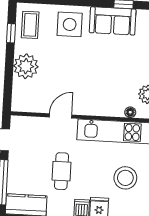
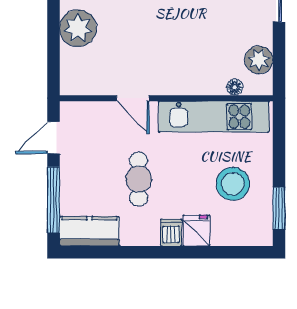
door: (61, 116) -> (133, 98), swing flipped

